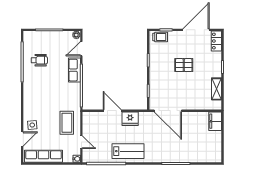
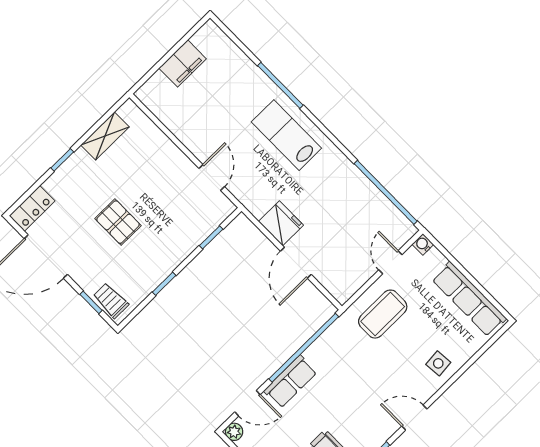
door: (168, 111) -> (212, 177), width x0.53
filing cabinet: (215, 121) -> (183, 63), moved
door: (22, 139) -> (414, 418), moved
lab bench: (128, 151) -> (286, 135), moved

